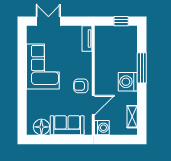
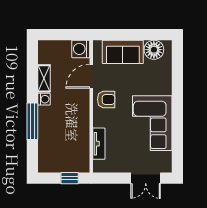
window: (121, 21) -> (70, 178), moved
tv unit: (87, 39) -> (99, 144), moved
washing machine: (128, 82) -> (44, 99), width x0.53, depth x0.53
shelving: (132, 117) -> (44, 78), moved

